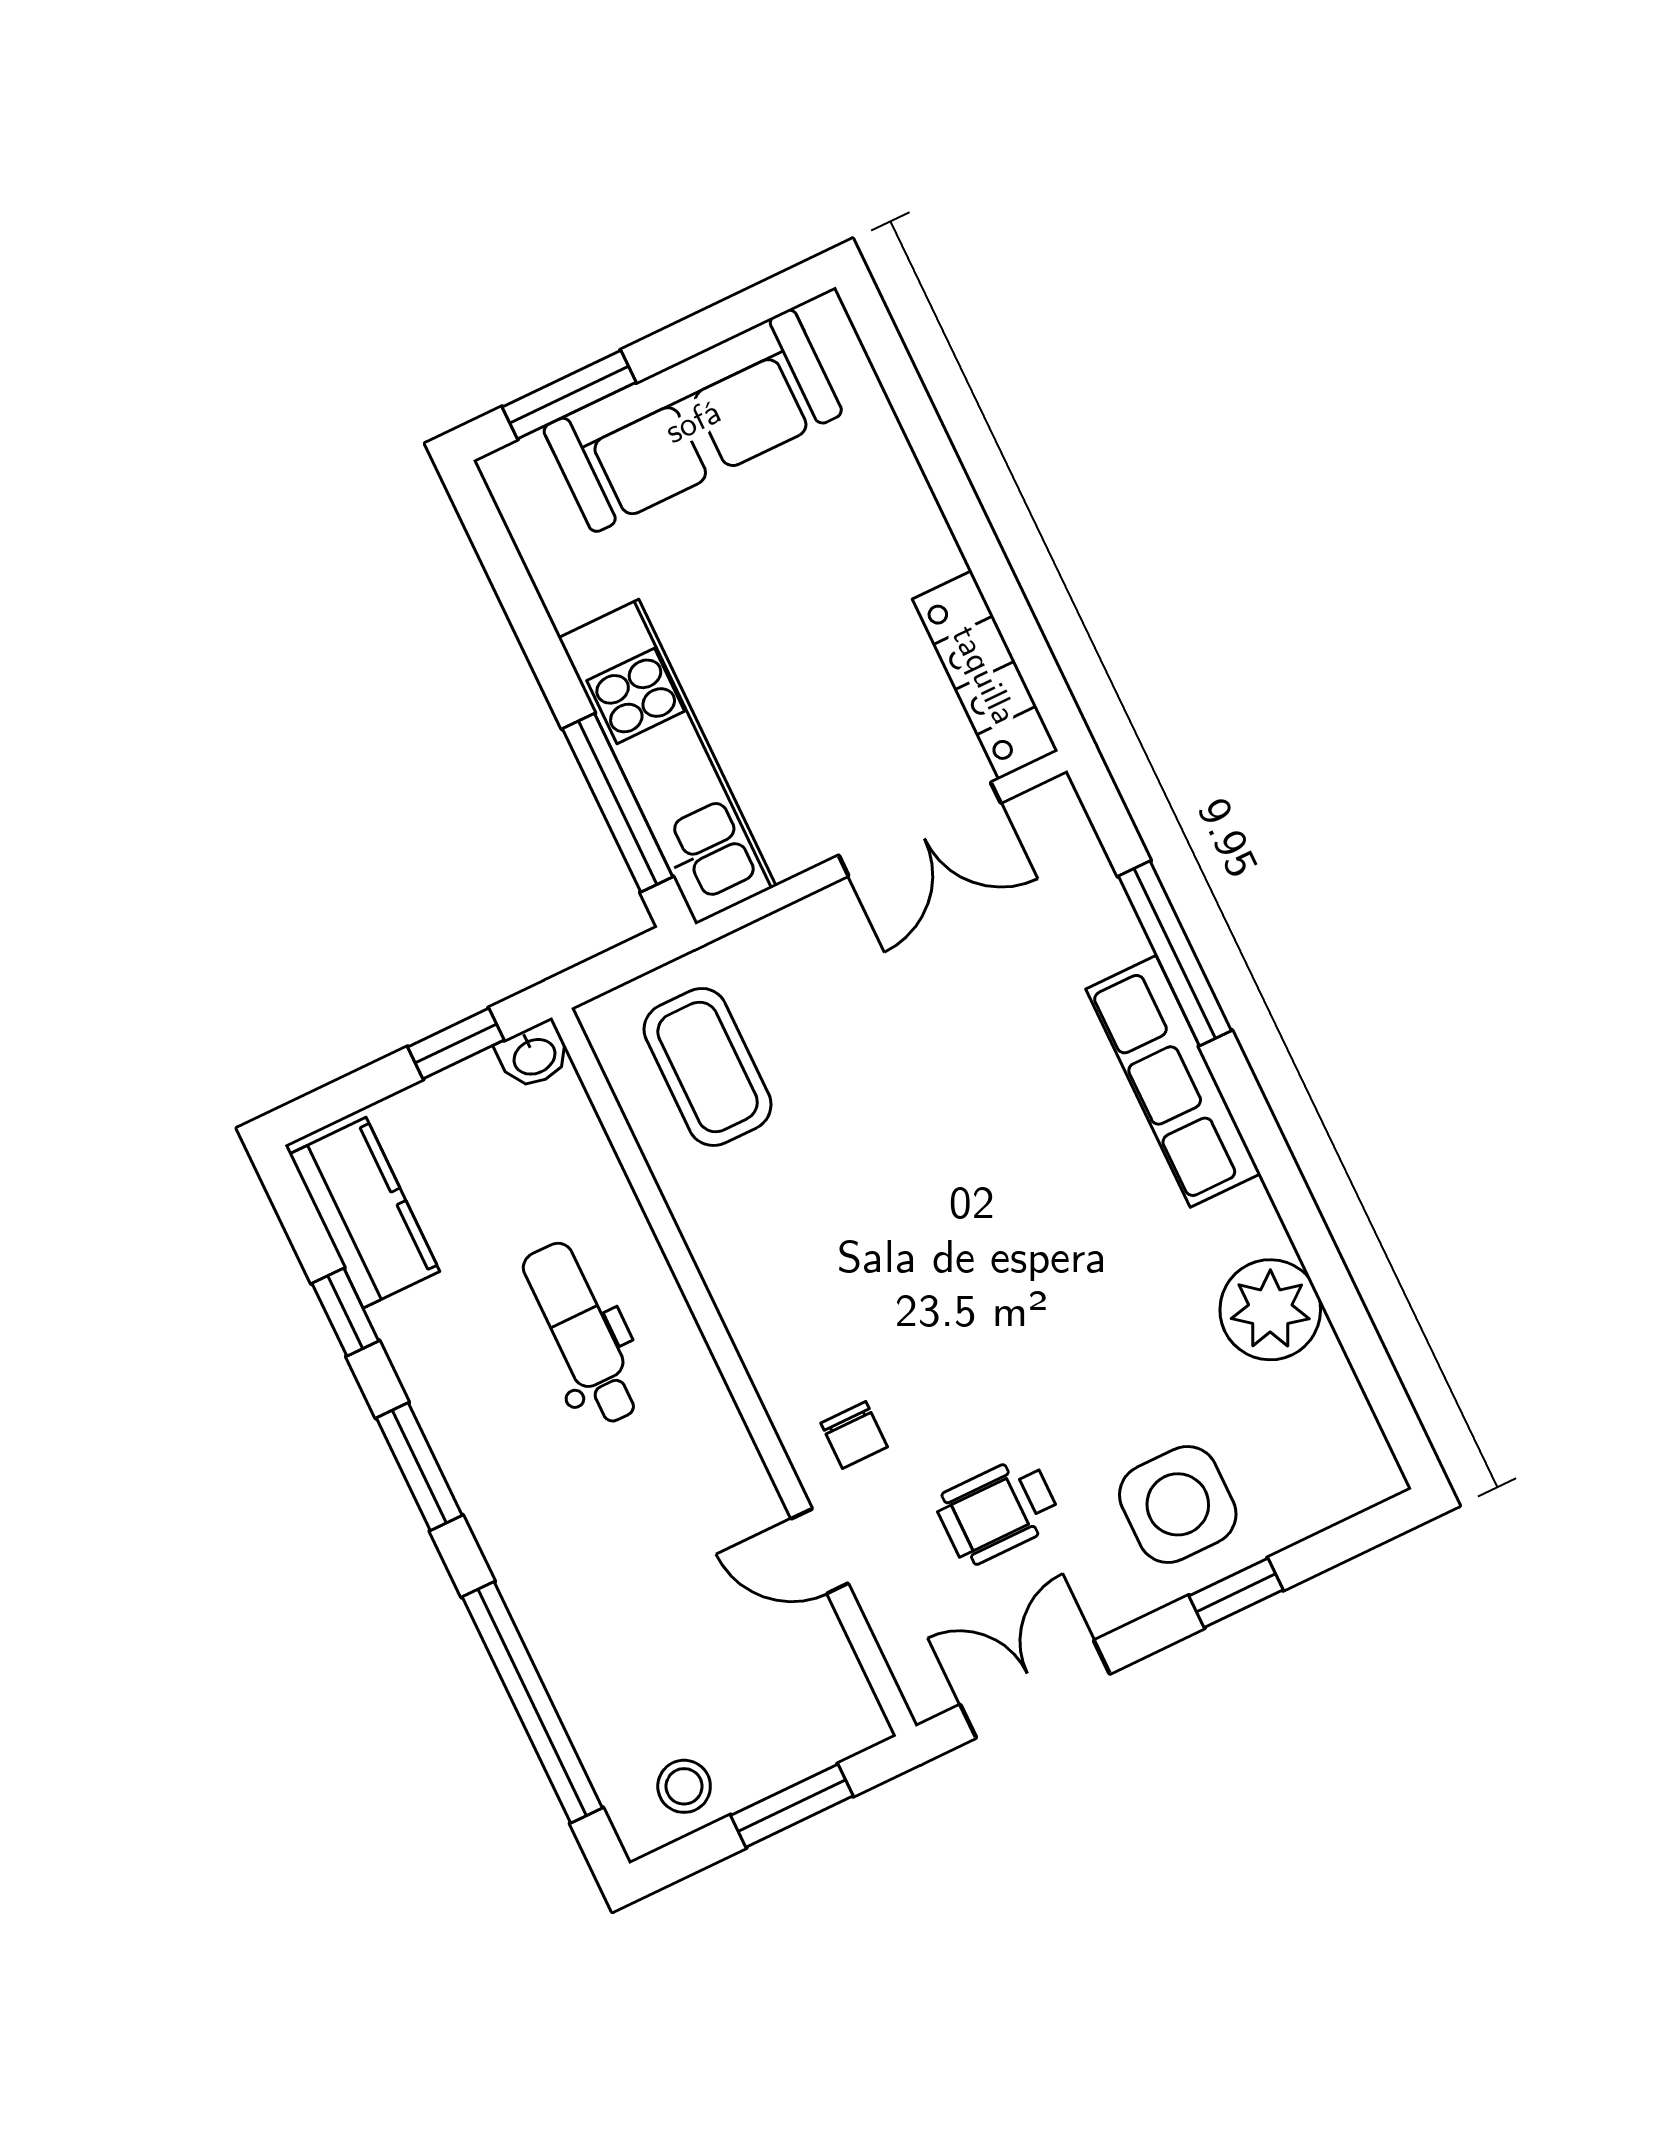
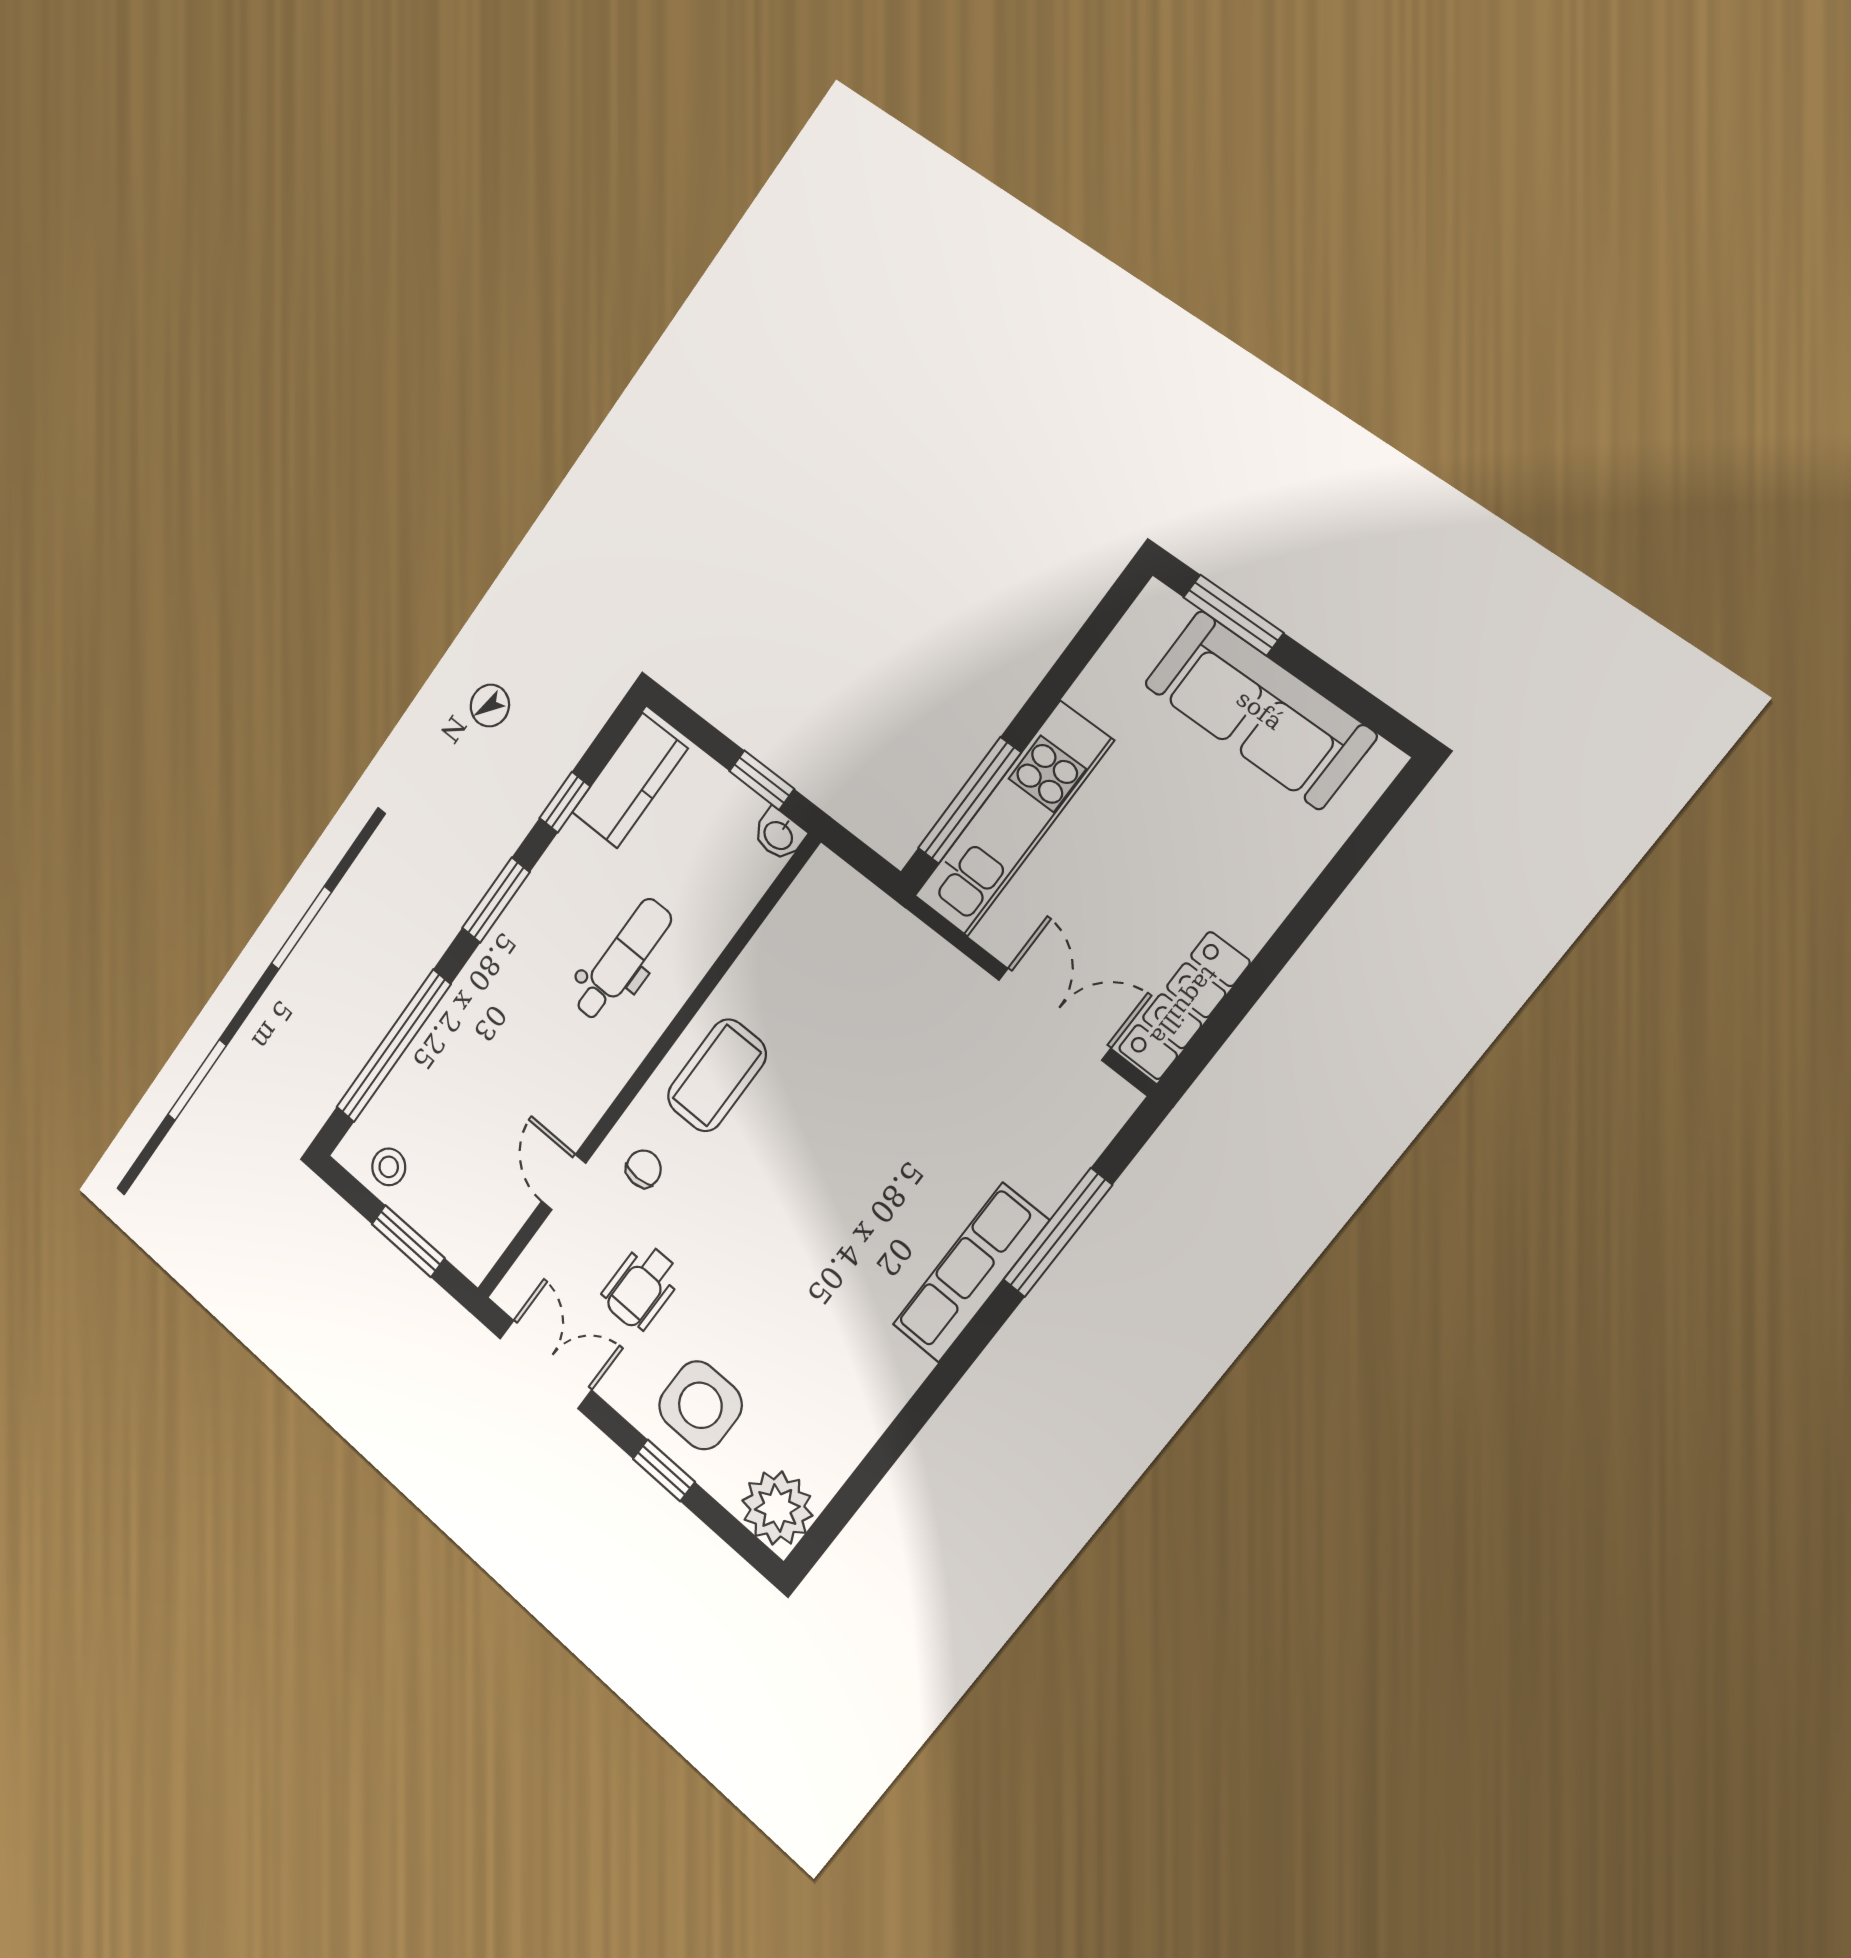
double door: (920, 829) -> (1054, 1014), swing flipped
coffee table: (708, 1067) -> (717, 1075), moved
plant: (1270, 1310) -> (777, 1508), moved
chair: (854, 1435) -> (644, 1169), turned 180
wheelchair: (998, 1511) -> (641, 1287), turned -90

